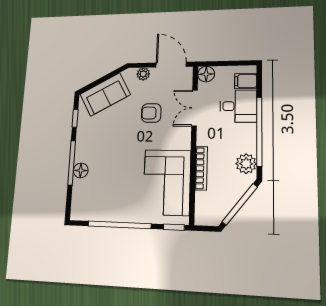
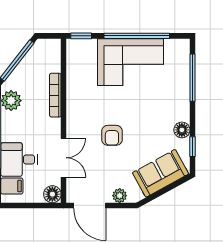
armchair: (151, 113) -> (112, 135), moved, turned 90
window: (72, 163) -> (193, 78), moved
floor lamp: (81, 170) -> (182, 130), moved
corner sofa: (167, 182) -> (131, 62), moved, turned 90

